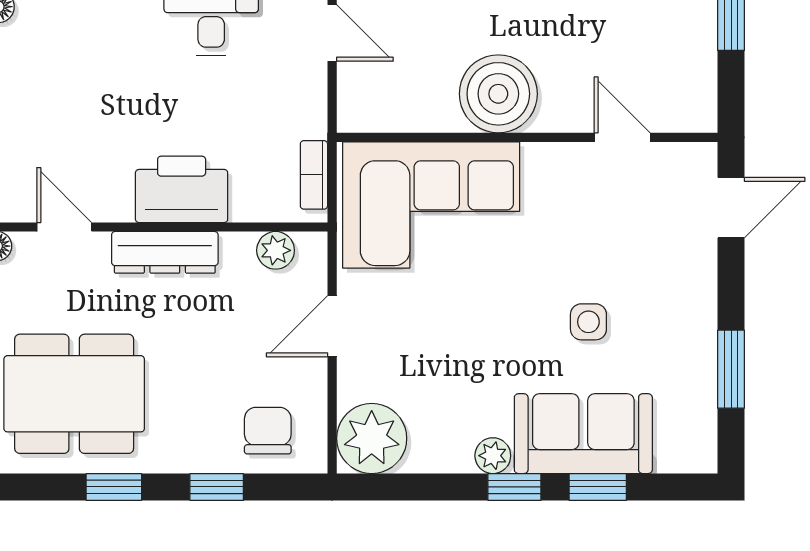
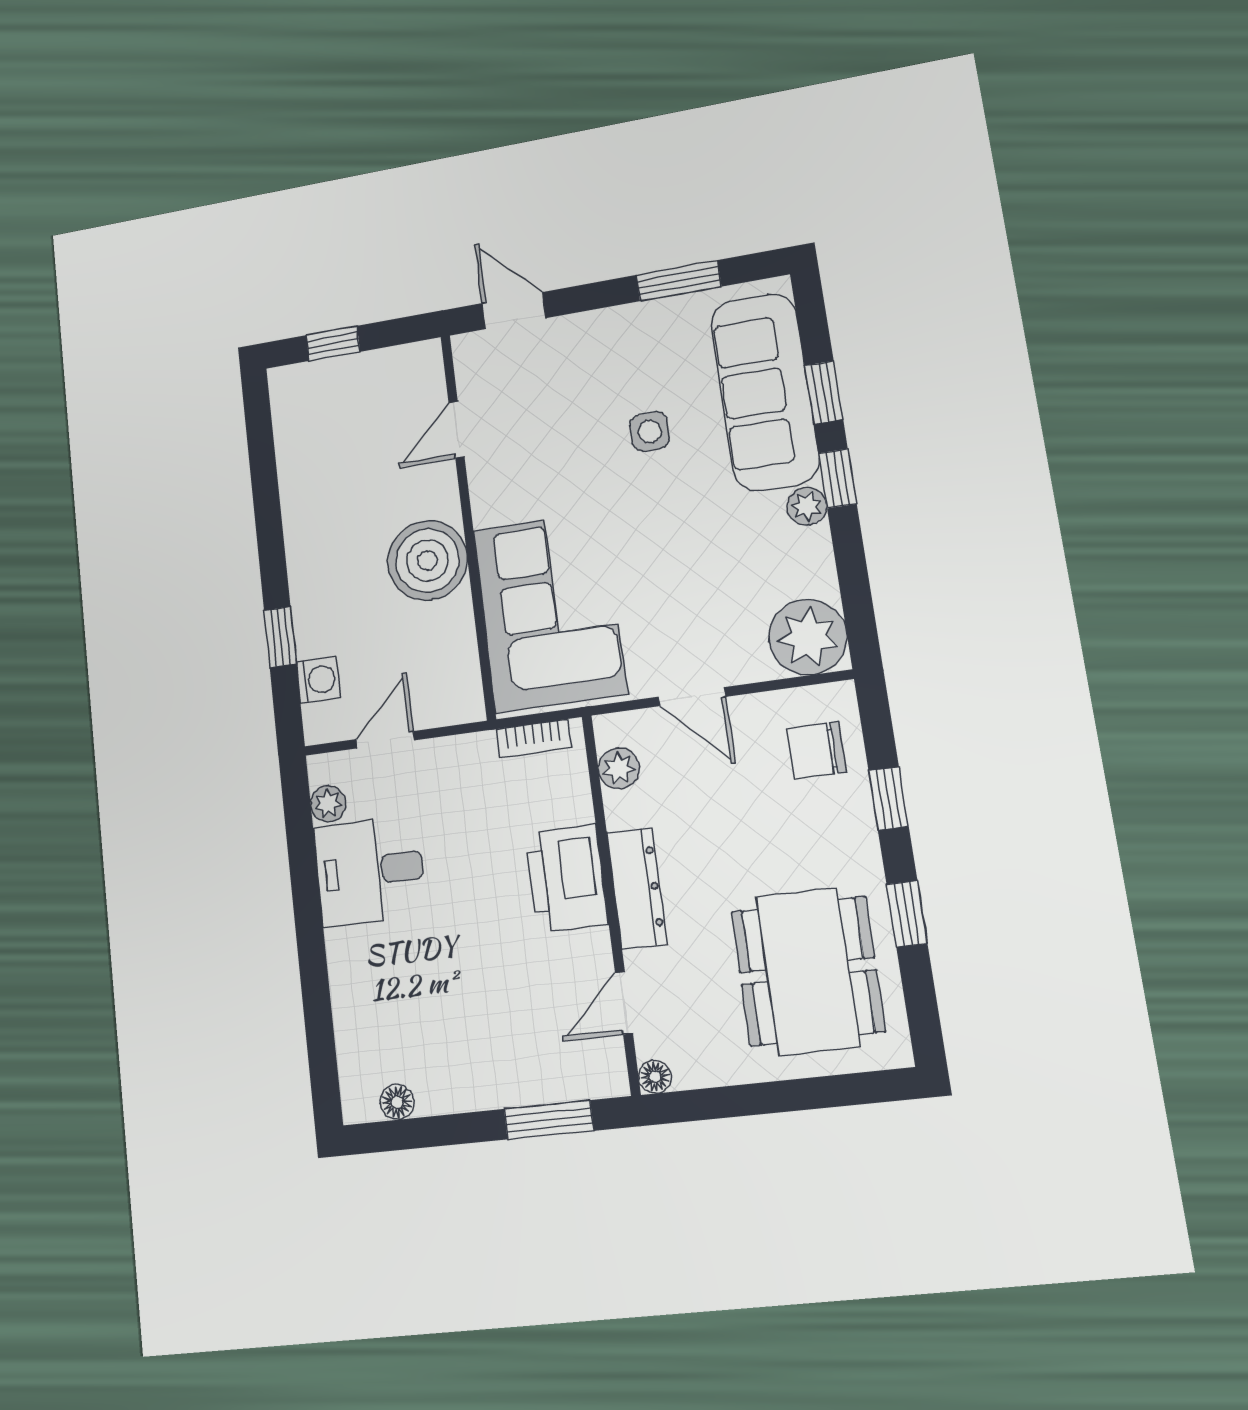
sofa: (583, 434) -> (765, 392), width x1.36

